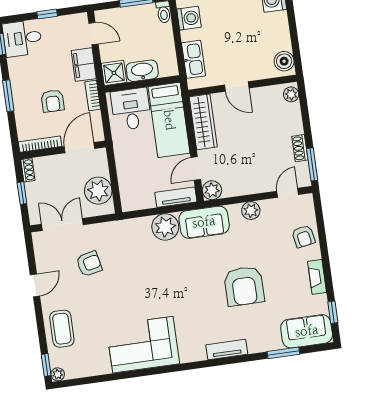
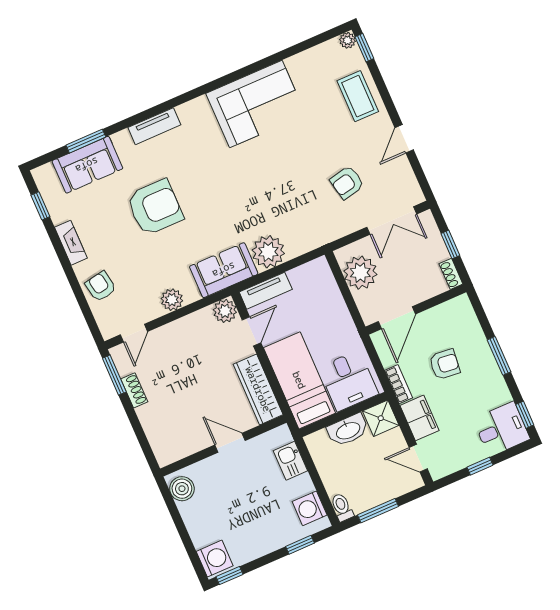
kitchen sink: (194, 59) -> (290, 461), width x0.73
plant: (291, 94) -> (163, 451), removed
armchair: (53, 101) -> (445, 364), turned 96
bookcase: (40, 144) -> (445, 309), removed
armchair: (244, 286) -> (155, 207), turned 90
sofa: (307, 331) -> (87, 165), moved

